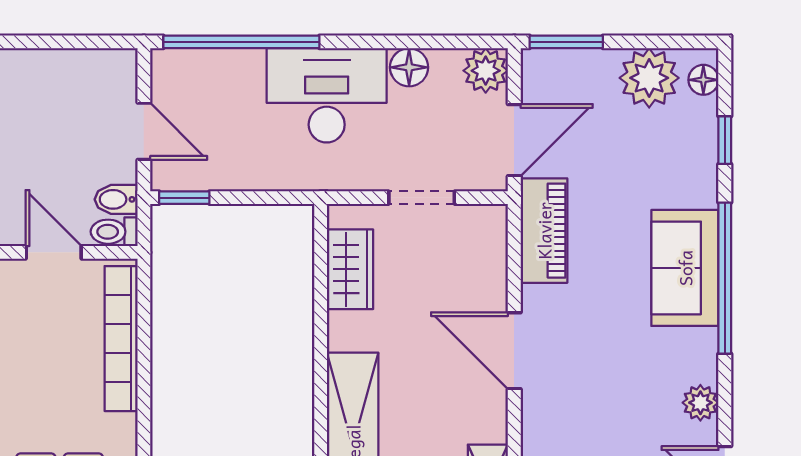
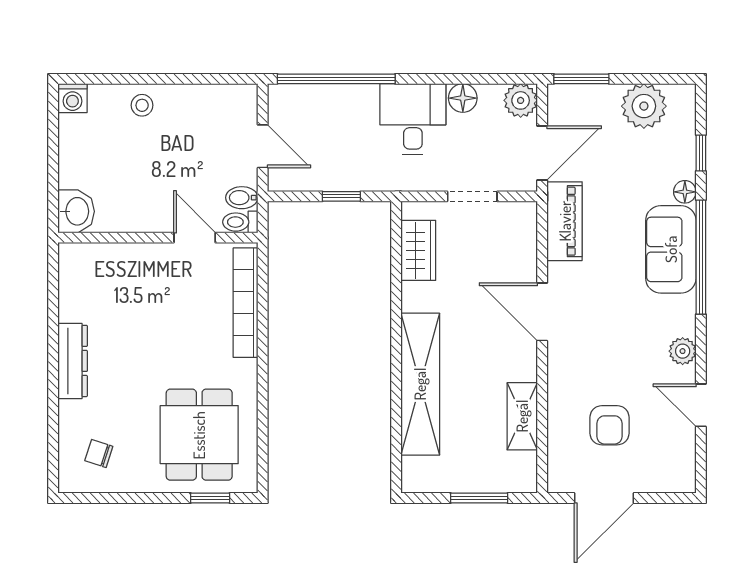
floor lamp: (703, 80) -> (685, 192), moved
desk: (327, 95) -> (413, 119), width x0.73
window: (184, 198) -> (341, 196), moved

